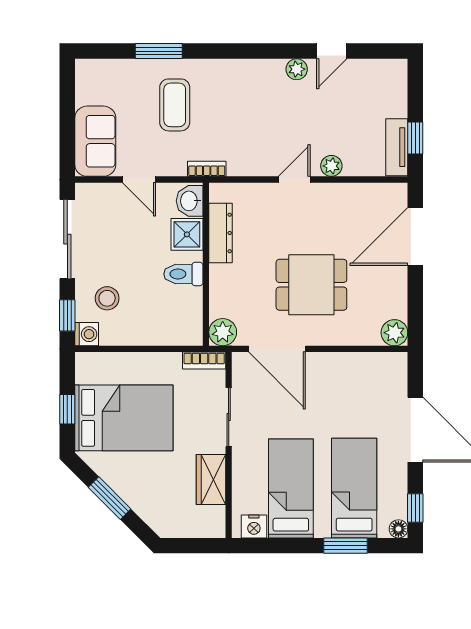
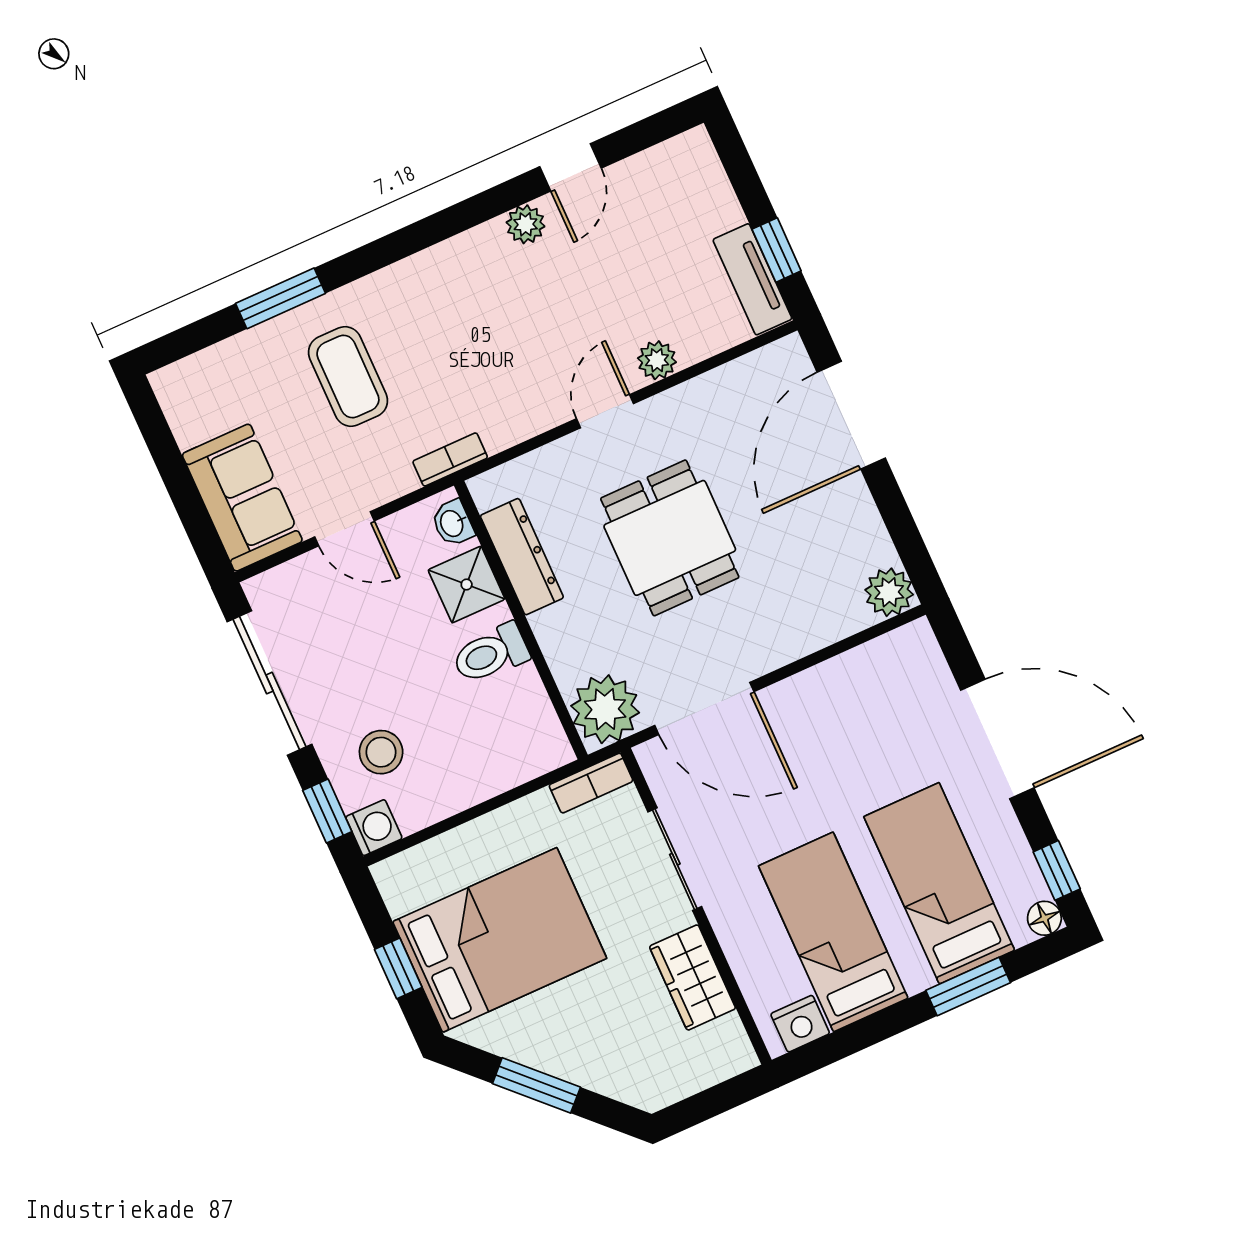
washbasin: (190, 201) -> (453, 523), width x0.72, depth x0.69
dining table: (311, 285) -> (670, 538), moved, turned 90
plant: (223, 332) -> (605, 709), width x1.36, depth x1.36

